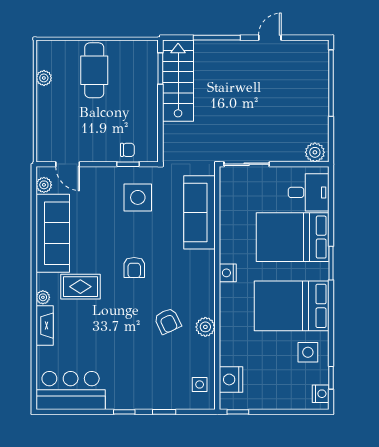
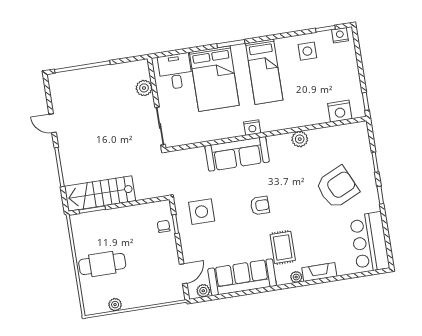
plant: (315, 152) -> (144, 88), moved
sofa: (199, 212) -> (237, 154), moved
bed: (292, 306) -> (264, 72), width x0.67
armchair: (168, 321) -> (337, 187), moved, width x1.88, depth x1.88
side table: (200, 384) -> (348, 136), removed

